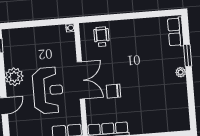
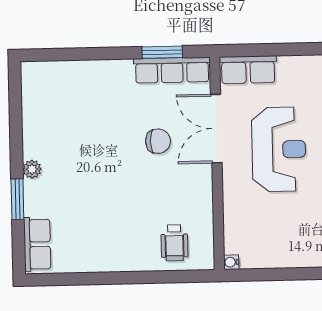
double door: (81, 80) -> (216, 129), moved
reception desk: (48, 90) -> (279, 149), turned 180

